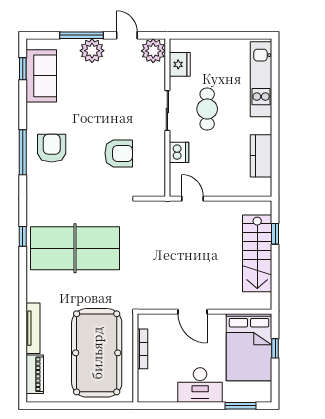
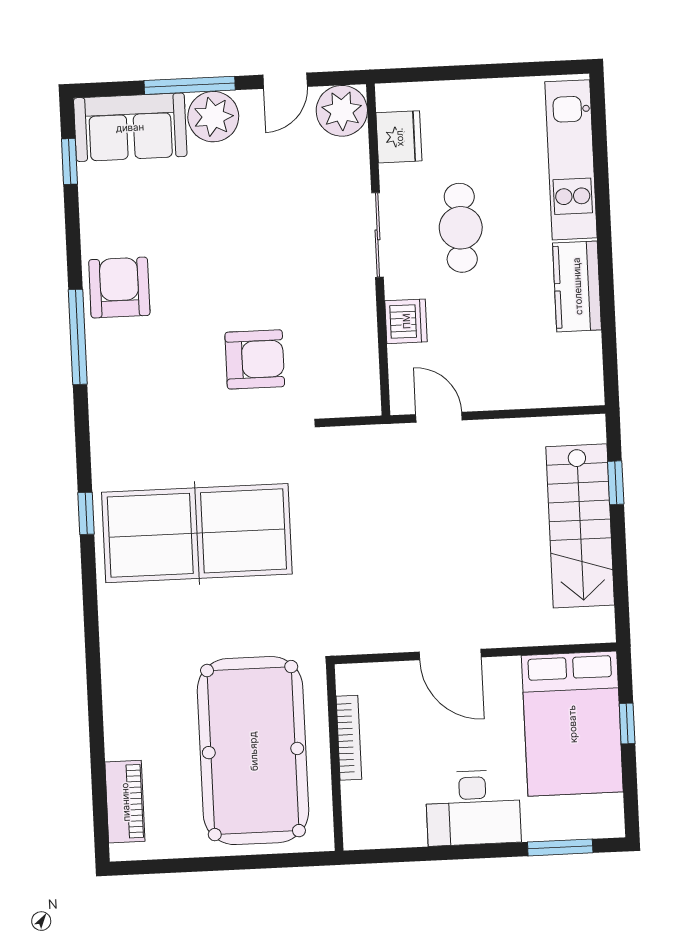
door: (127, 35) -> (285, 81), swing flipped
sofa: (41, 76) -> (130, 127), moved, turned 90
armchair: (52, 148) -> (119, 288), moved
armchair: (119, 153) -> (255, 359), moved
kitchen counter: (261, 156) -> (577, 286), moved
tv unit: (33, 328) -> (117, 705), removed

